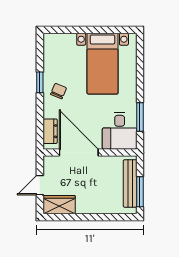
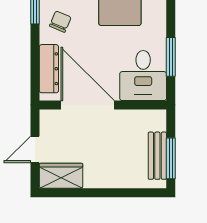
dresser: (50, 131) -> (49, 69), width x1.44
bench: (130, 183) -> (157, 156), width x0.73

